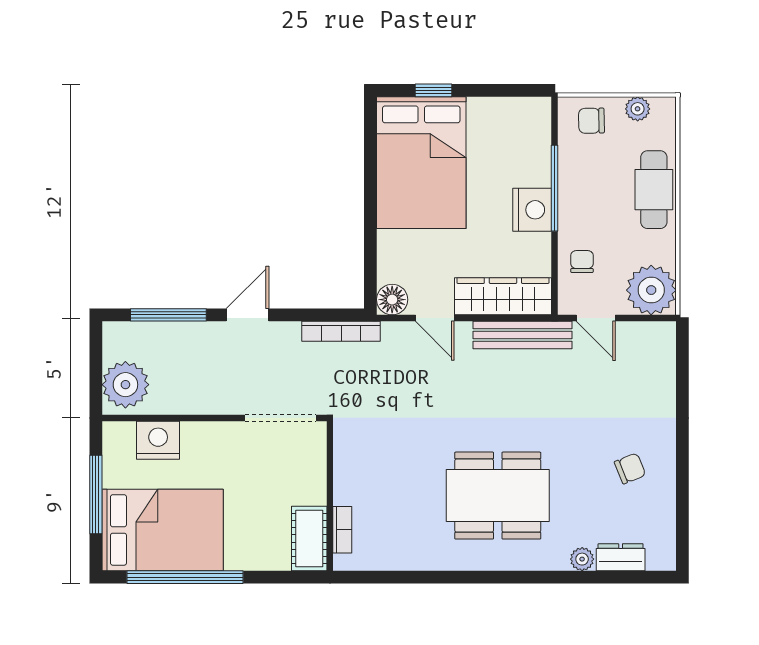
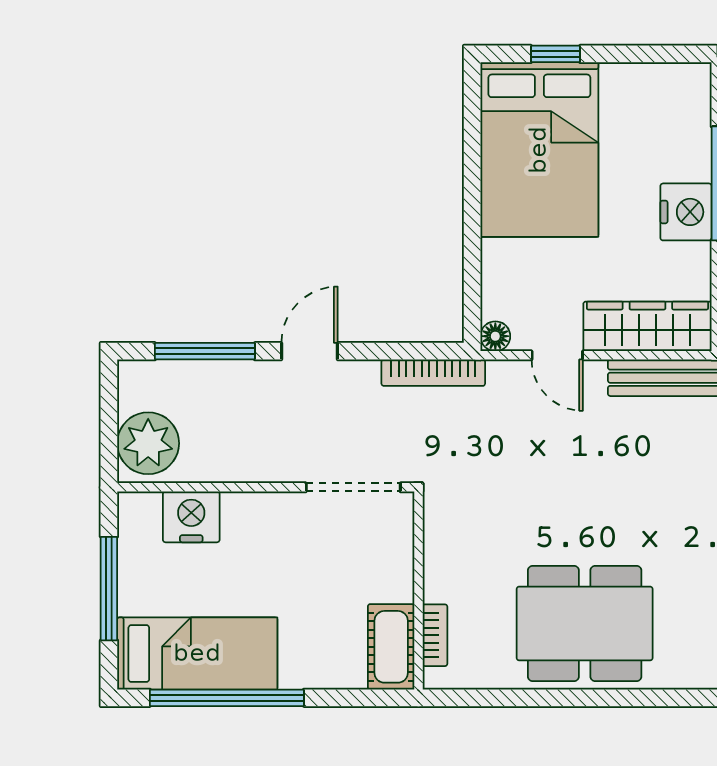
floor lamp: (392, 300) -> (495, 336), width x0.73, depth x0.73
dining table: (498, 496) -> (585, 623), moved
bed: (163, 530) -> (197, 654), width x0.67

